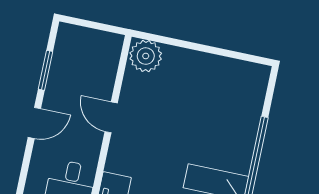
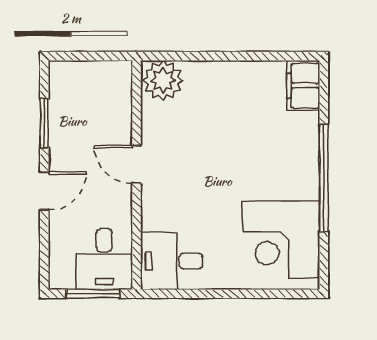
filing cabinet: (255, 83) -> (303, 86), added

